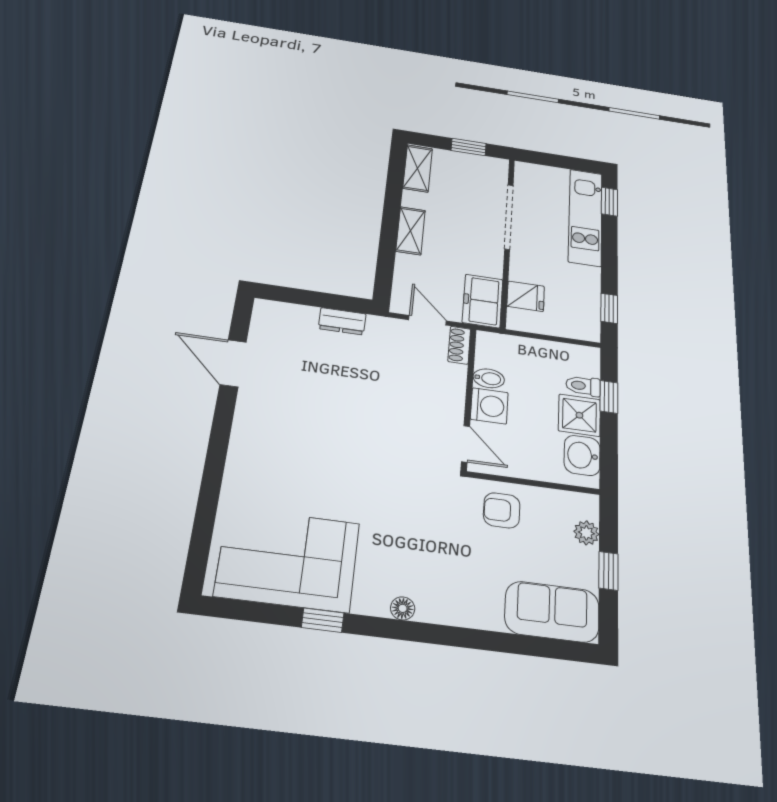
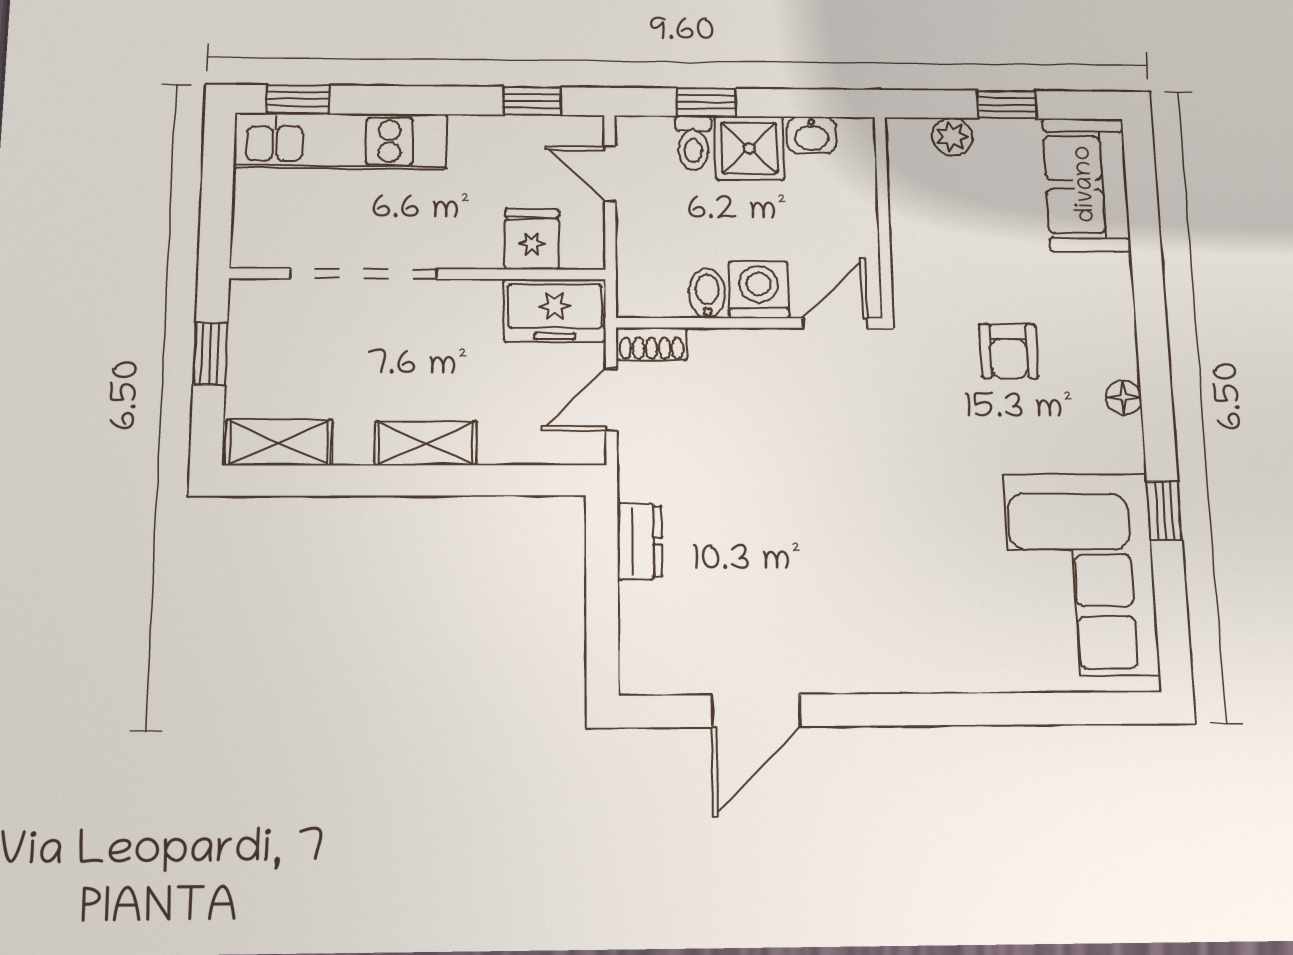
door: (564, 340) -> (610, 174), added
washbasin: (582, 455) -> (812, 135), width x0.72, depth x0.69
armchair: (502, 510) -> (1009, 351), moved

